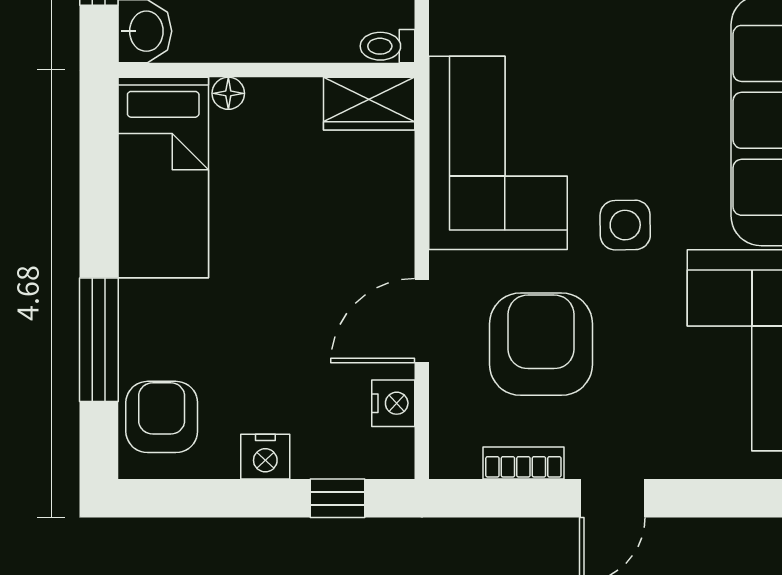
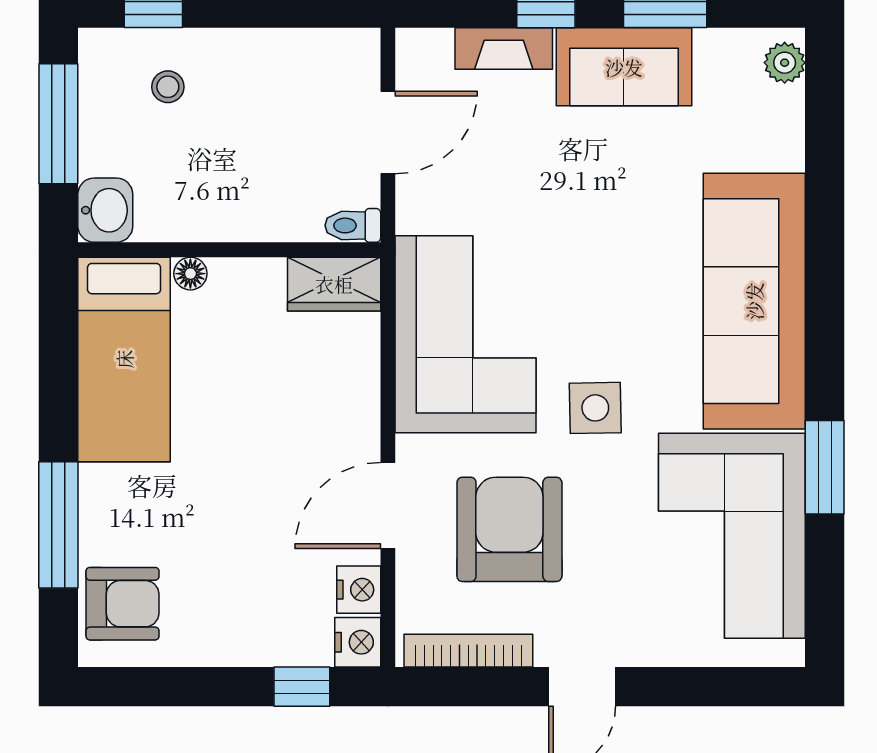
armchair: (162, 417) -> (122, 604), turned 90
nightstand: (265, 457) -> (358, 642), moved, turned -90
bookcase: (523, 463) -> (468, 651), width x1.56

